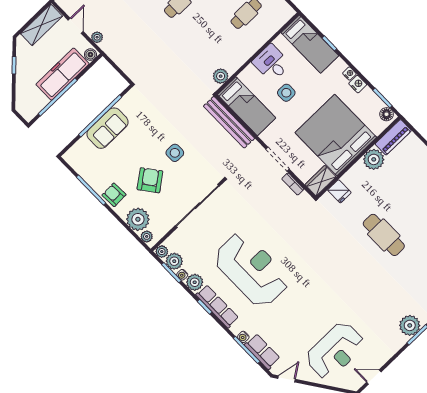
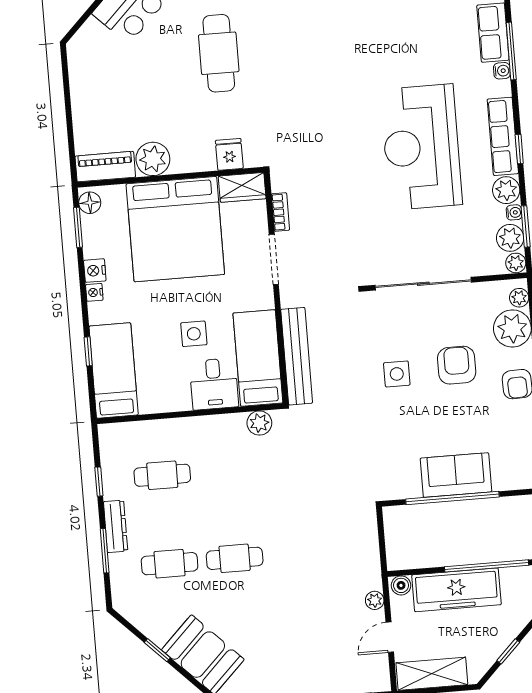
desk: (272, 63) -> (214, 384), moved
armchair: (150, 180) -> (457, 365), turned 127

